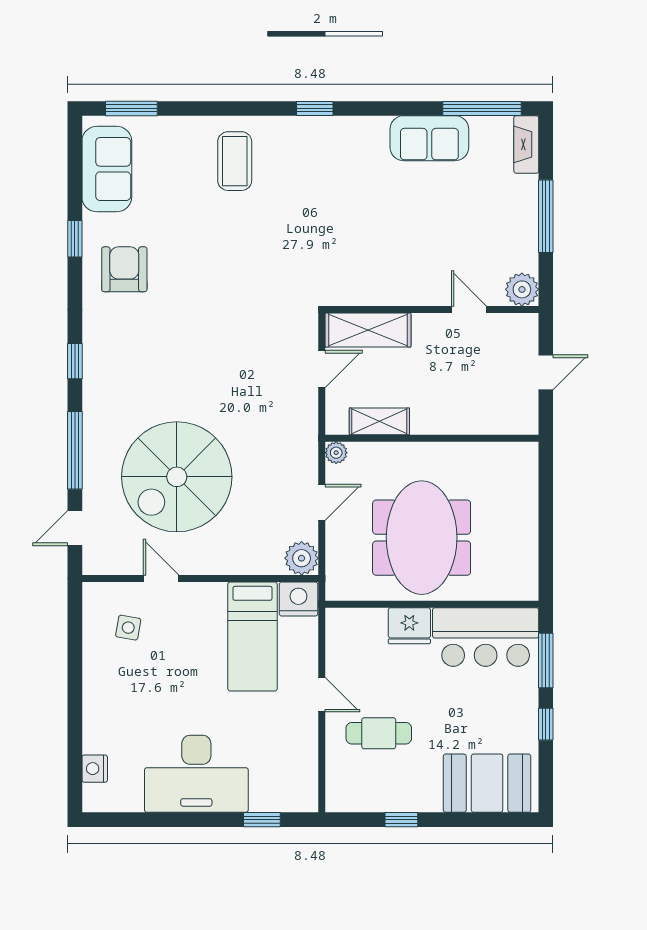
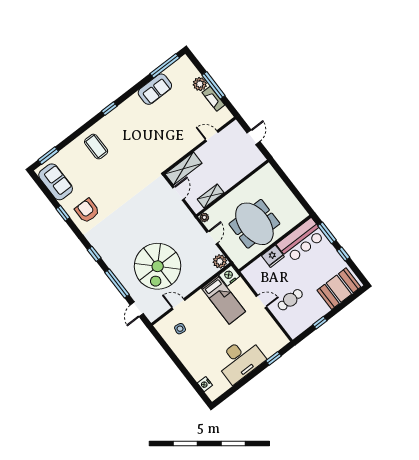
fireplace: (526, 144) -> (213, 99), moved
plant: (522, 289) -> (200, 84), moved

